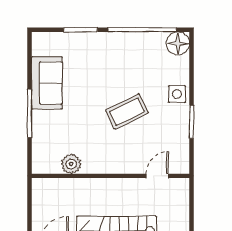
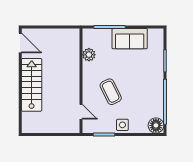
plant: (71, 164) -> (89, 55), moved
wall: (111, 176) -> (81, 81), moved
door: (157, 176) -> (81, 112), moved

